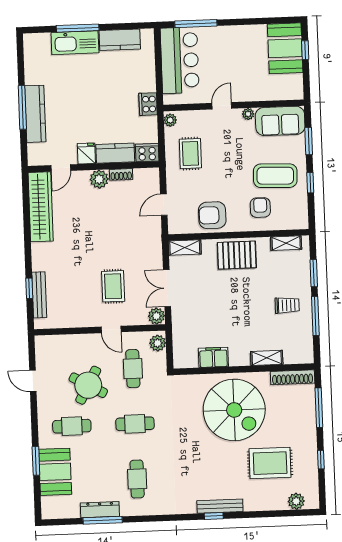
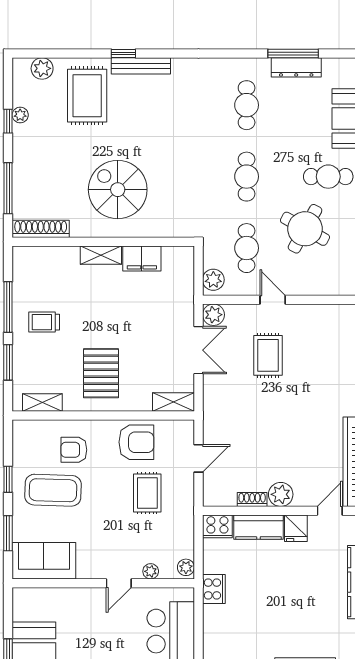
plant: (248, 114) -> (151, 571), moved
rug: (190, 154) -> (147, 493), moved
armchair: (260, 208) -> (74, 450), turned 90
pallet: (237, 255) -> (101, 373), moved, turned 90
shelving: (267, 358) -> (101, 255), moved
spiral stairs: (234, 410) -> (118, 190), width x0.73, depth x0.73
cafe table: (135, 424) -> (247, 177), turned 90
rug: (270, 463) -> (87, 96), moved, turned 90
plant: (312, 465) -> (20, 115), added
window: (214, 516) -> (123, 53), moved

